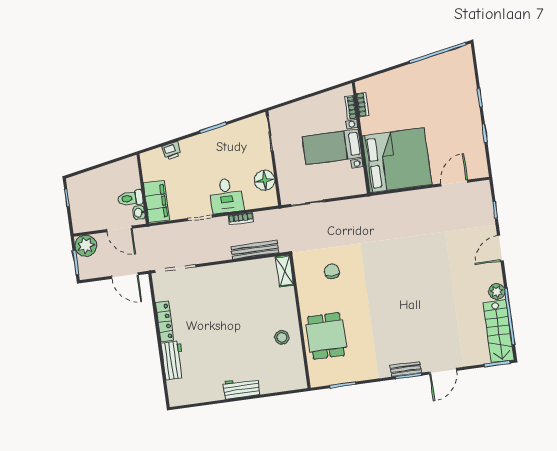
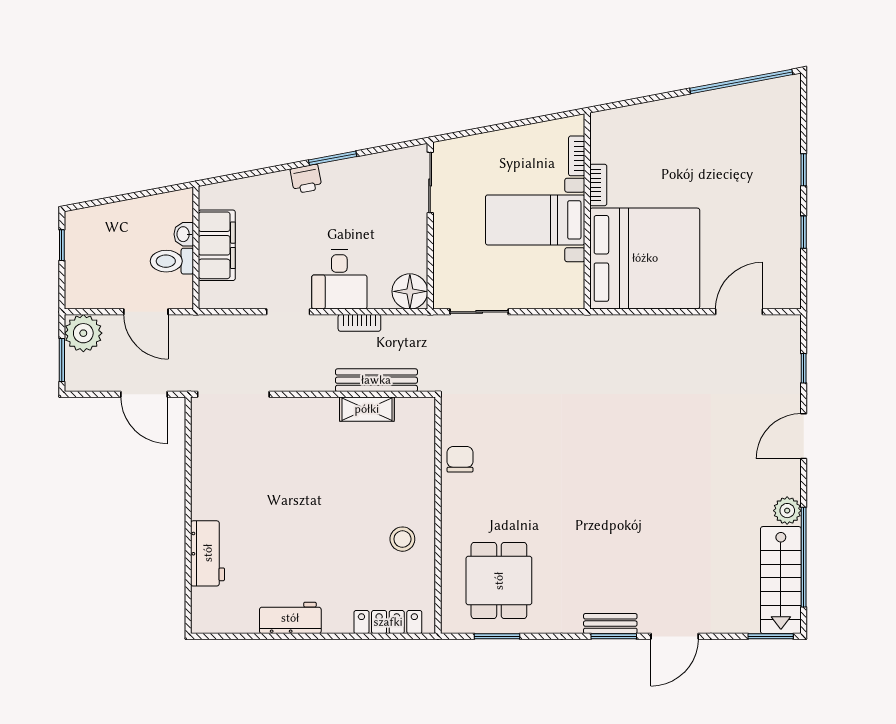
bookcase: (363, 105) -> (598, 185), moved
printer: (172, 151) -> (306, 179), moved
floor lamp: (265, 180) -> (410, 291), moved
filing cabinet: (156, 202) -> (217, 245), moved
washbasin: (139, 213) -> (184, 234), moved
shelving: (285, 271) -> (367, 409), moved, turned 90
chair: (332, 271) -> (460, 459), moved
locker: (165, 321) -> (388, 622), moved, turned -90
dining table: (326, 336) -> (499, 581), moved
workbench: (241, 388) -> (290, 618), moved

